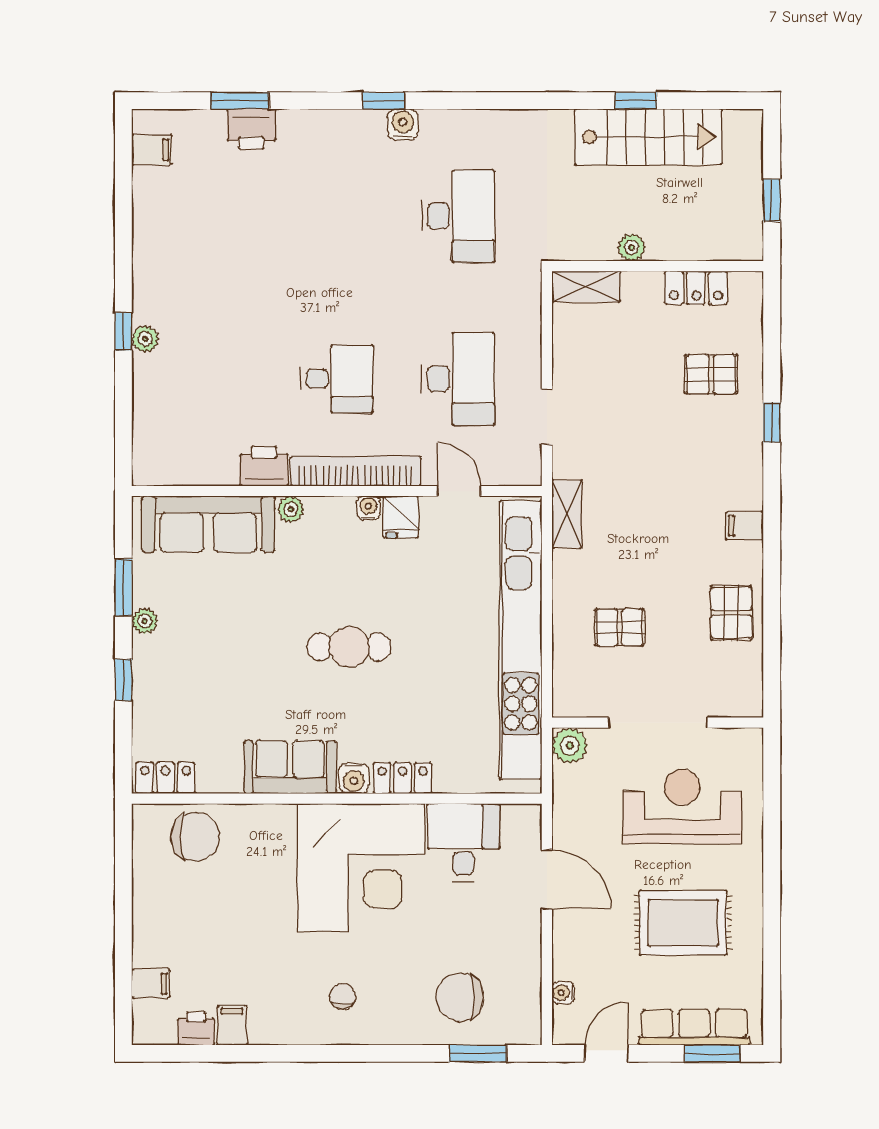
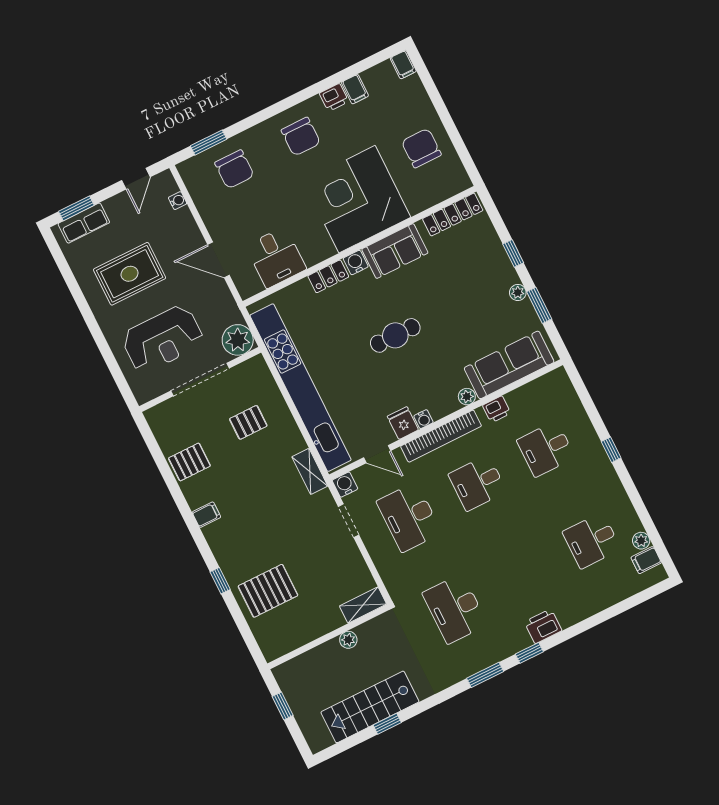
window: (240, 101) -> (485, 675), moved
water cooler: (403, 125) -> (345, 485), moved, turned 180
printer: (251, 129) -> (543, 626), moved
desk: (215, 216) -> (592, 541), added
locker: (696, 288) -> (301, 635), removed
plant: (145, 339) -> (641, 541), moved
pallet: (711, 374) -> (268, 591), width x1.50, depth x1.42
desk: (215, 379) -> (546, 449), added
printer: (264, 466) -> (497, 409), width x0.73, depth x0.81
pallet: (731, 613) -> (189, 462), turned 90
plant: (570, 745) -> (238, 340), width x1.36, depth x1.36
locker: (165, 778) -> (453, 215), width x1.53
chair: (195, 837) -> (421, 148), moved, turned 90
corner desk: (361, 868) -> (357, 199), moved
filing cabinet: (151, 984) -> (403, 65), moved, turned -90
chair: (343, 996) -> (301, 137), width x1.87, depth x1.87
chair: (460, 997) -> (234, 169), turned 90
row of seats: (694, 1027) -> (84, 223), width x0.68
printer: (196, 1028) -> (334, 97), moved

